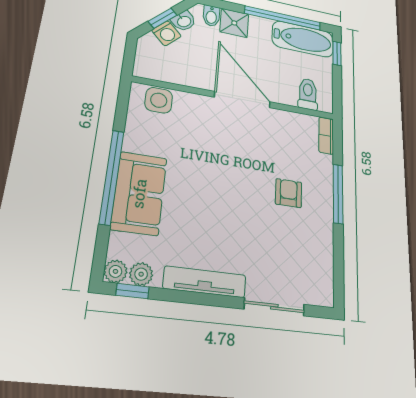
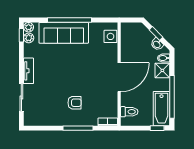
washing machine: (166, 33) -> (148, 36), removed
sofa: (139, 193) -> (64, 33), width x1.36
tv unit: (205, 282) -> (29, 71), width x0.71

